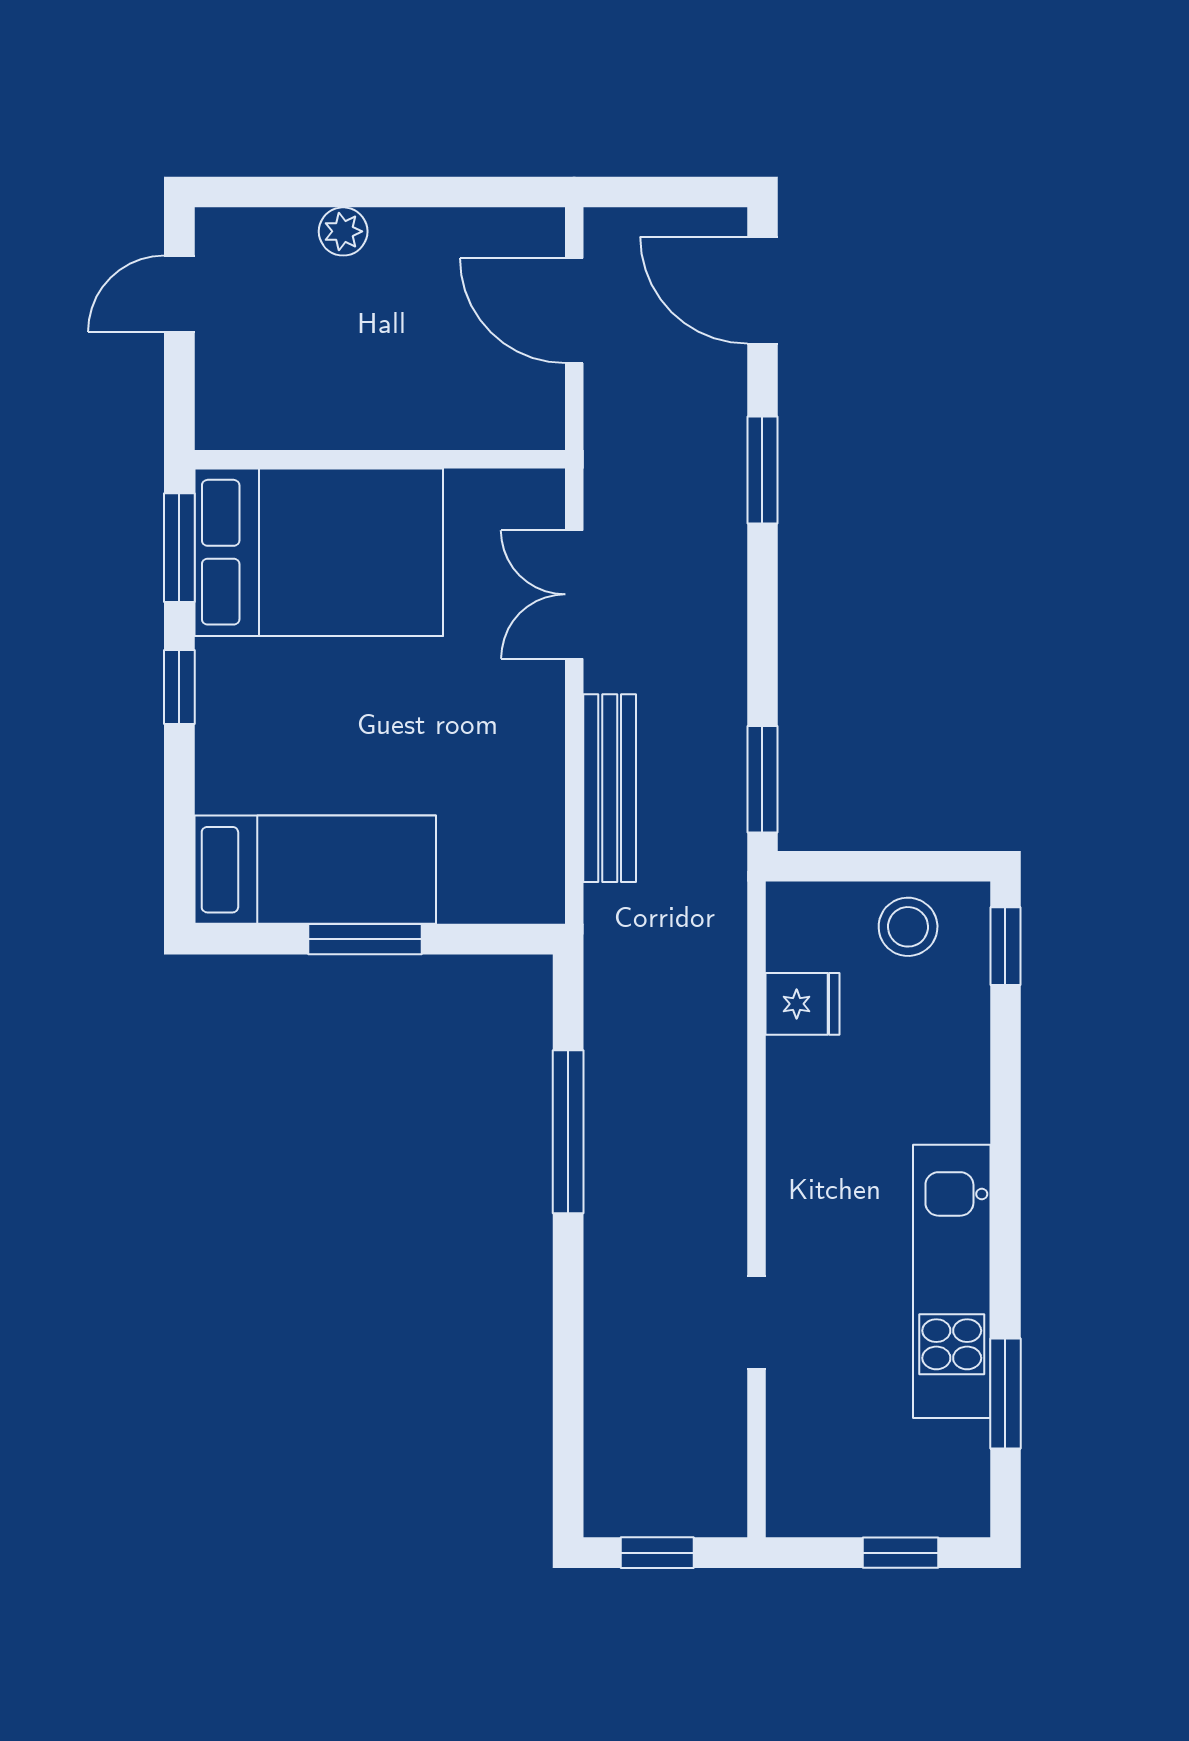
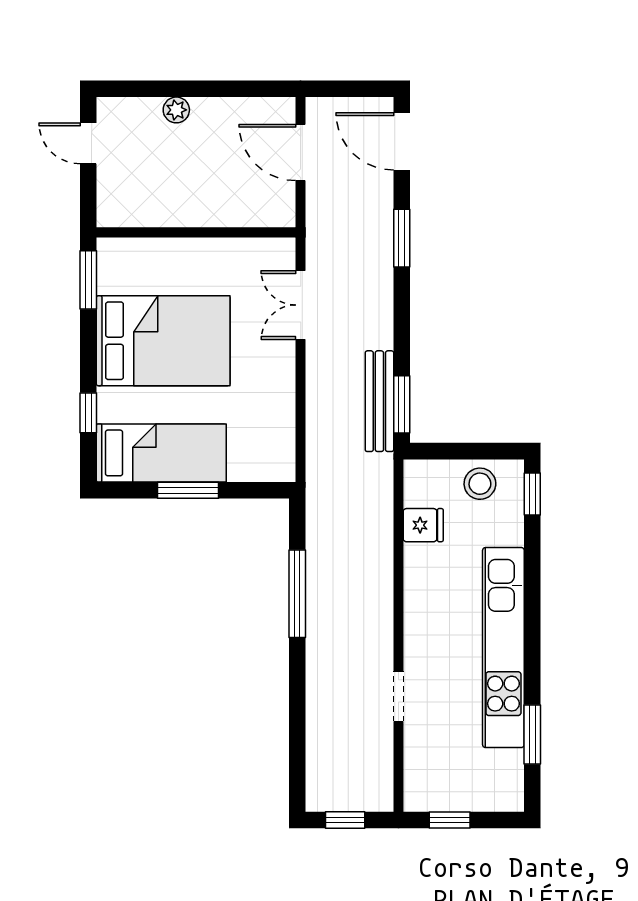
door: (179, 294) -> (88, 143), hinge flipped
bed: (319, 552) -> (163, 341), moved
window: (179, 687) -> (88, 413), moved
bench: (610, 788) -> (379, 401), moved
kitchen unit: (952, 1281) -> (503, 648), width x1.36
window: (900, 1553) -> (450, 820), moved

